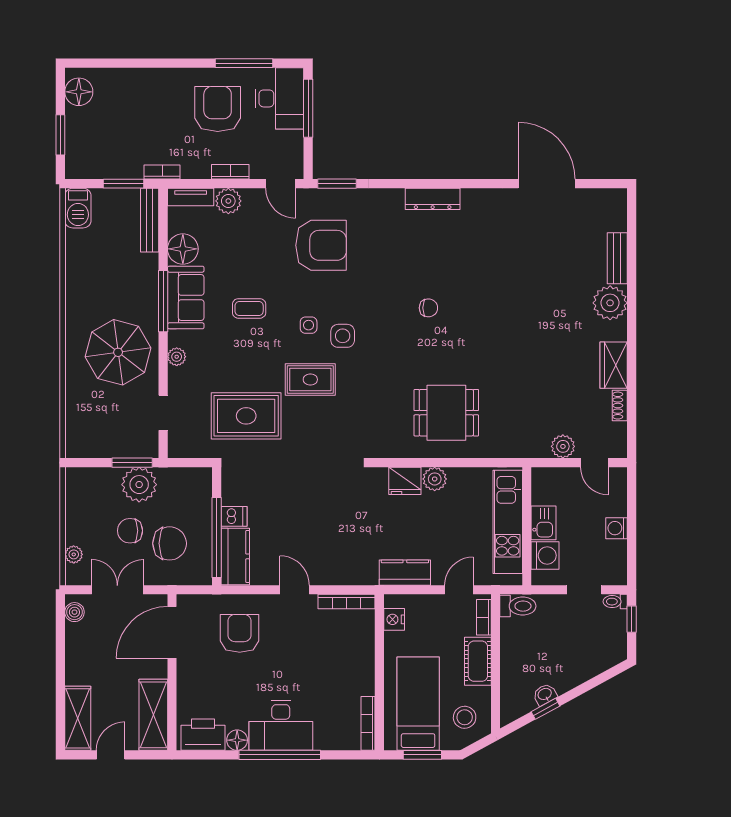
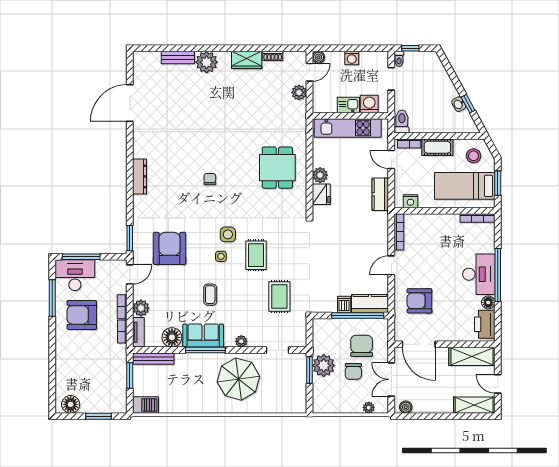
bookcase: (162, 172) -> (122, 331), moved
rug: (246, 416) -> (279, 297), width x0.73, depth x0.70
boiler: (618, 477) -> (318, 57), added

